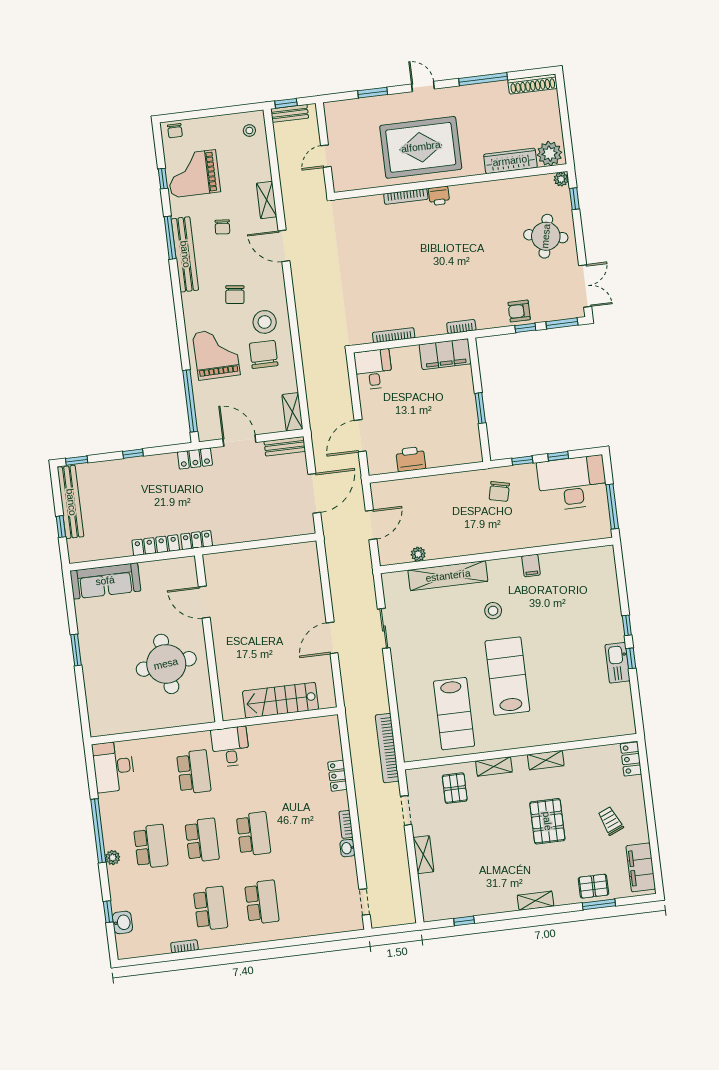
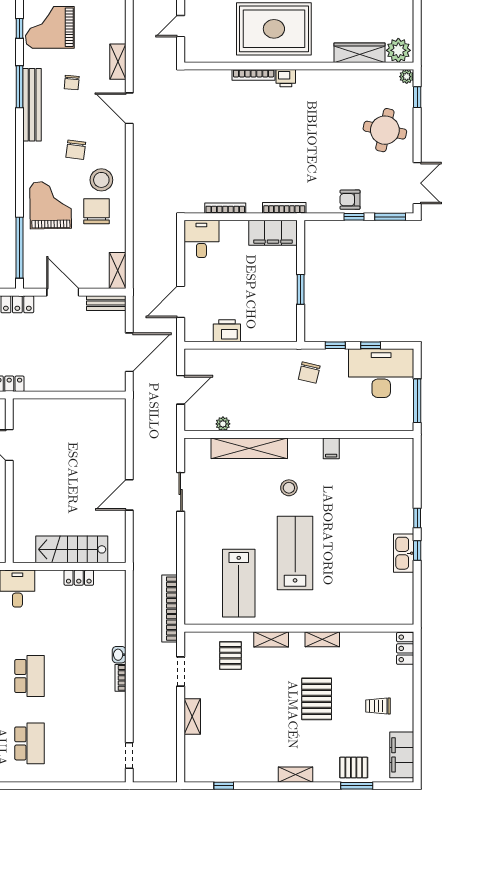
bookcase: (461, 327) -> (284, 208), width x1.56
locker: (337, 776) -> (79, 578), moved, turned -90
trolley: (611, 821) -> (378, 706), turned -67
washbasin: (347, 848) -> (119, 655), moved

